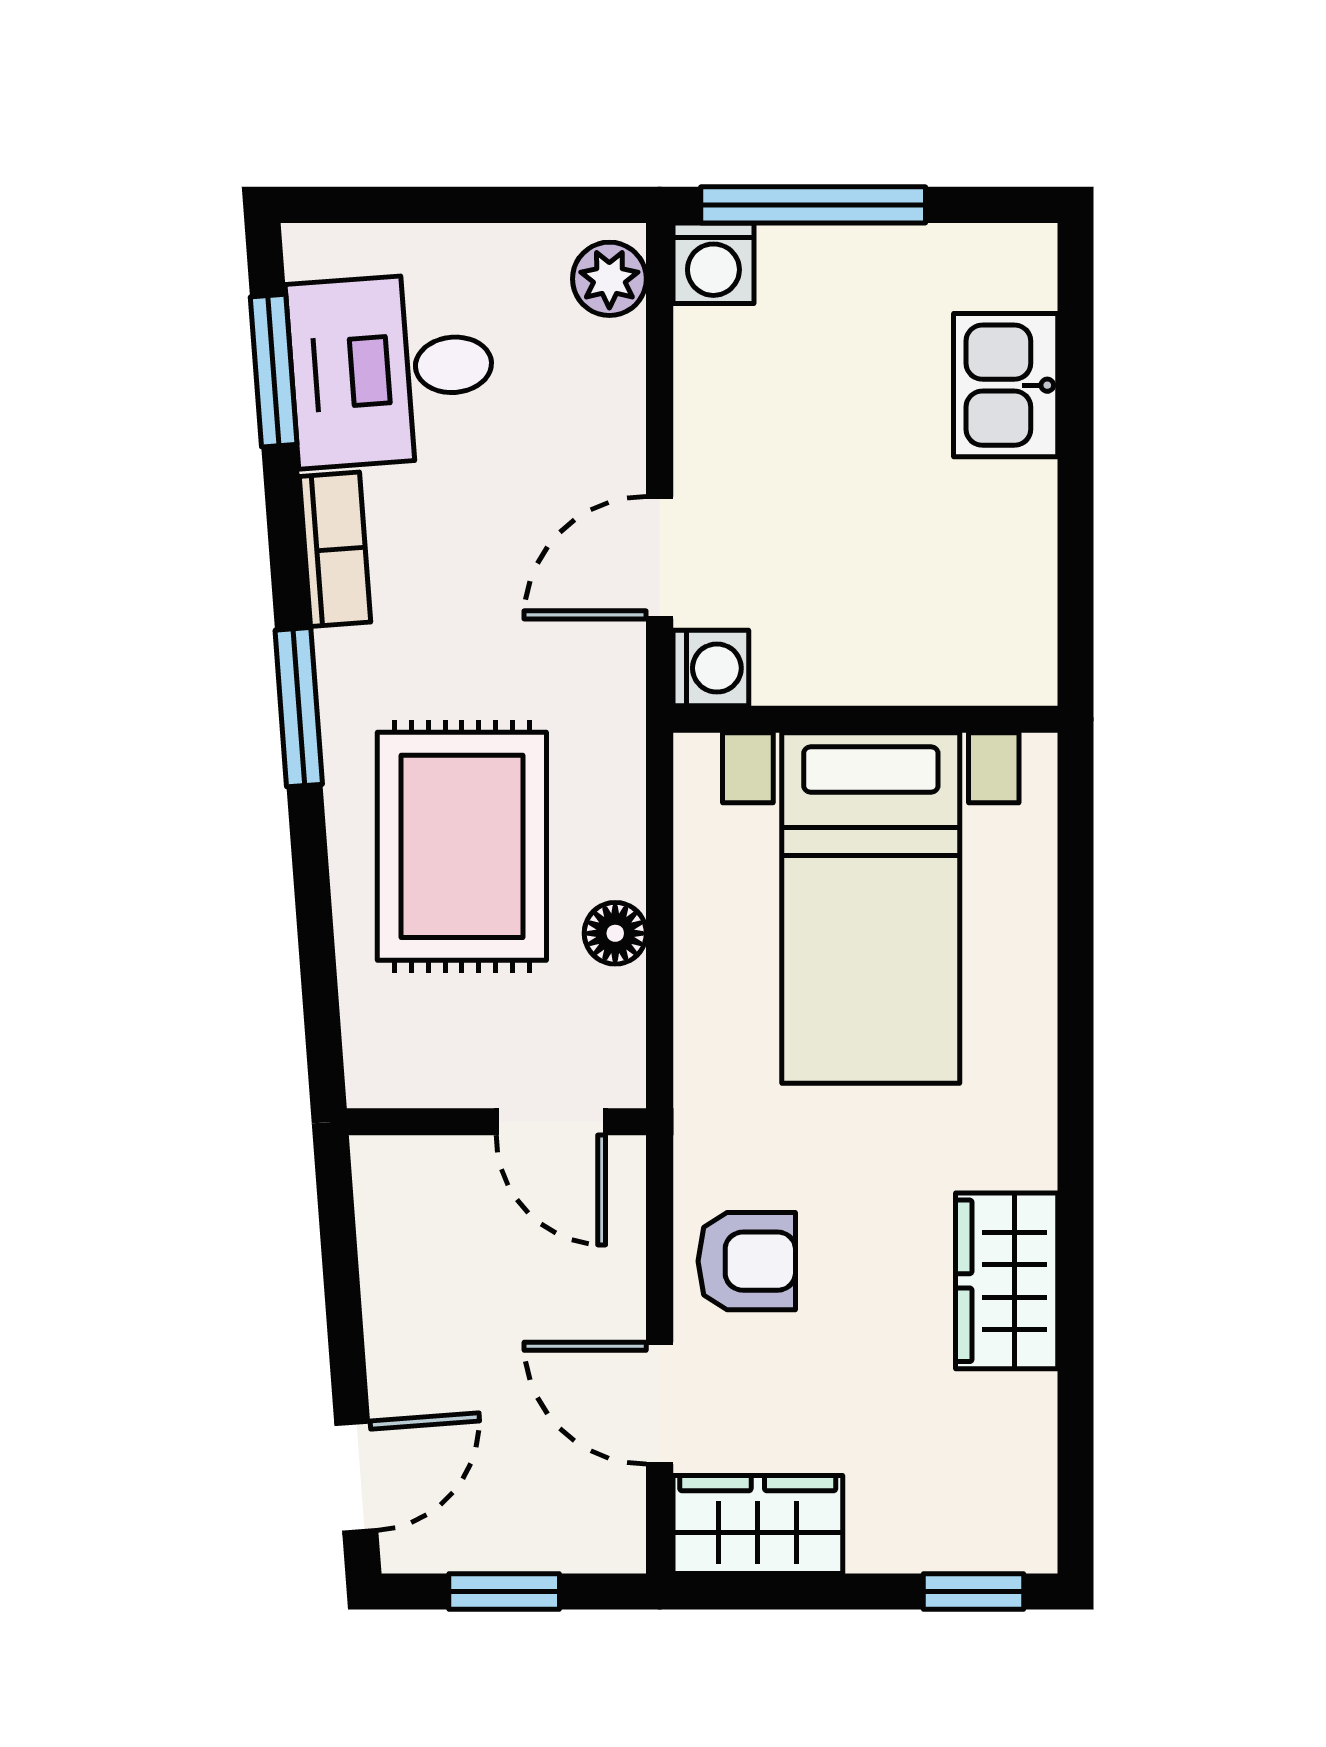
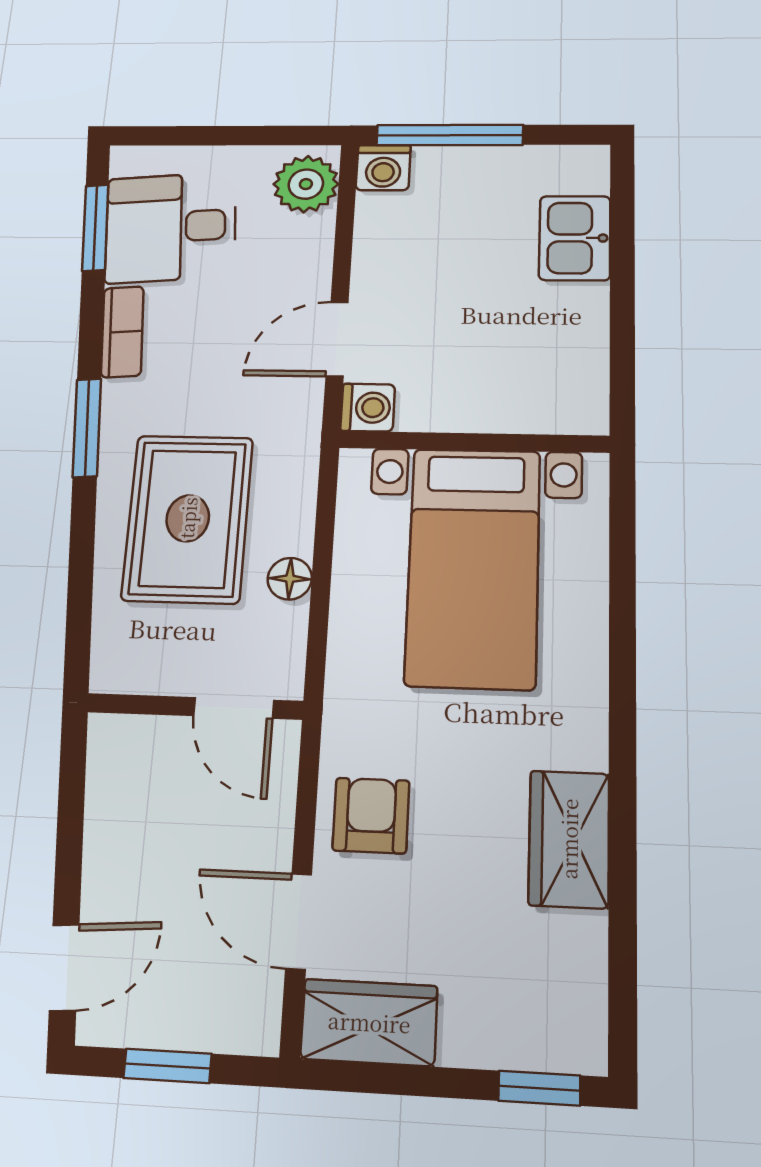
plant: (609, 279) -> (306, 184), width x1.38, depth x1.38
armchair: (747, 1261) -> (371, 815), turned -90

